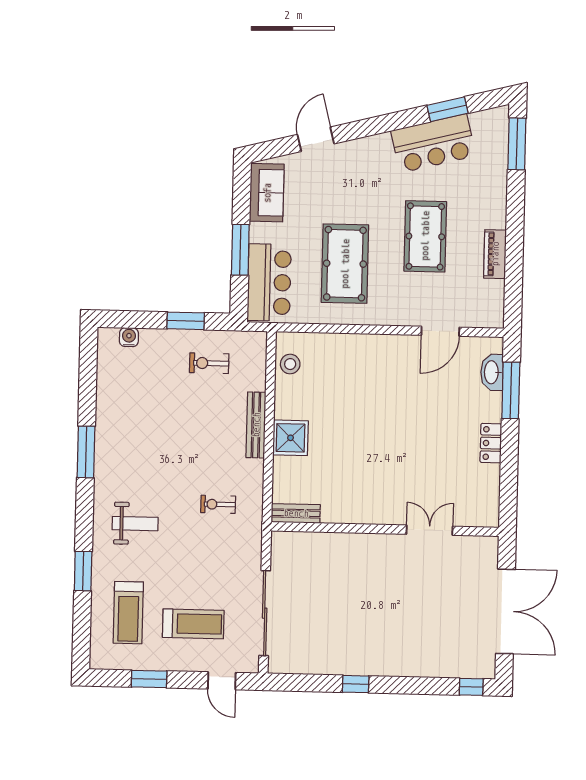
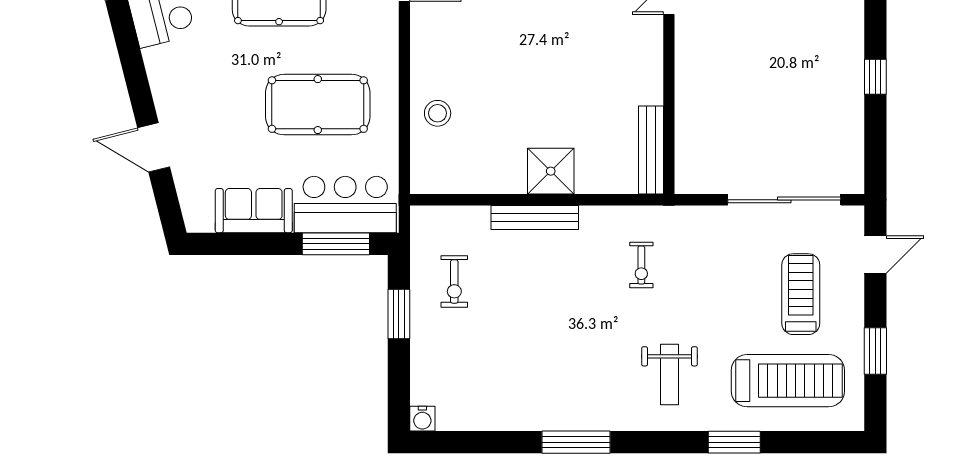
sofa: (267, 193) -> (254, 211), moved
window: (240, 250) -> (336, 244), moved
water cooler: (129, 337) -> (422, 419), moved, turned -90
stool: (290, 364) -> (438, 113), moved
bench: (296, 513) -> (651, 150), width x1.36
weight bench: (135, 524) -> (669, 375), turned 180
treadmill: (128, 613) -> (788, 381), width x1.37, depth x1.38

